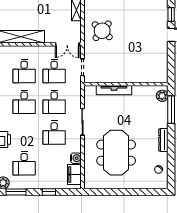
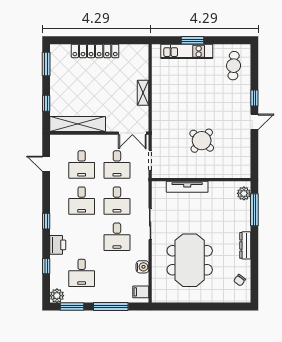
round table: (102, 31) -> (202, 141), moved
filing cabinet: (74, 175) -> (141, 292), width x0.50
window: (49, 192) -> (111, 306), width x2.17

